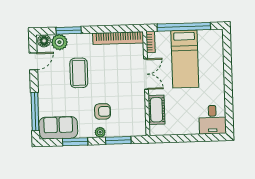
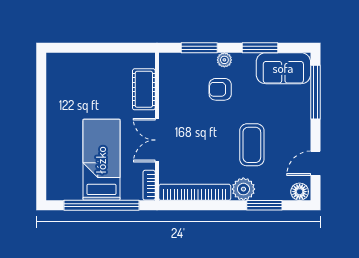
plant: (59, 42) -> (243, 189), moved
desk: (212, 120) -> (65, 73), removed

